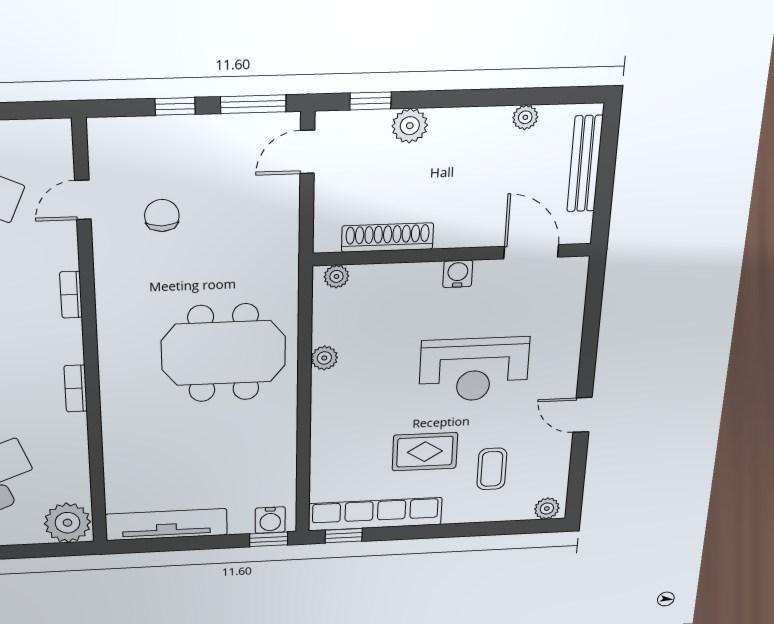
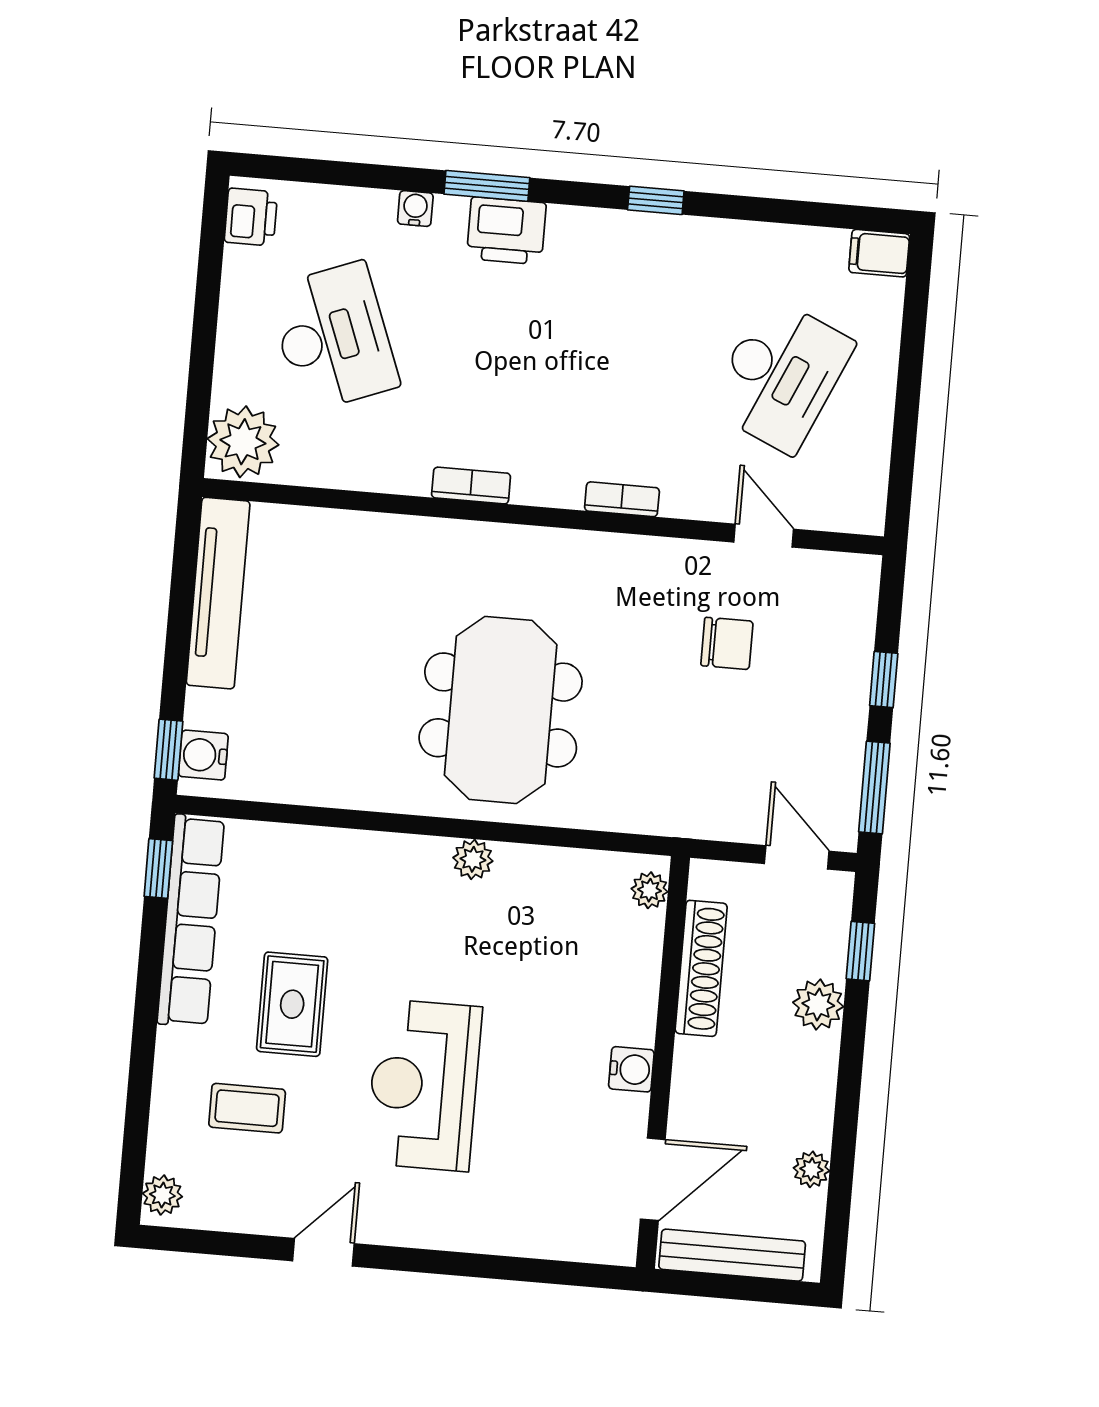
shoe rack: (387, 238) -> (701, 968), moved
door: (531, 252) -> (653, 1179), moved
wall: (452, 255) -> (663, 1062), moved
water cooler: (458, 274) -> (631, 1069), moved
plant: (336, 276) -> (650, 890), moved

